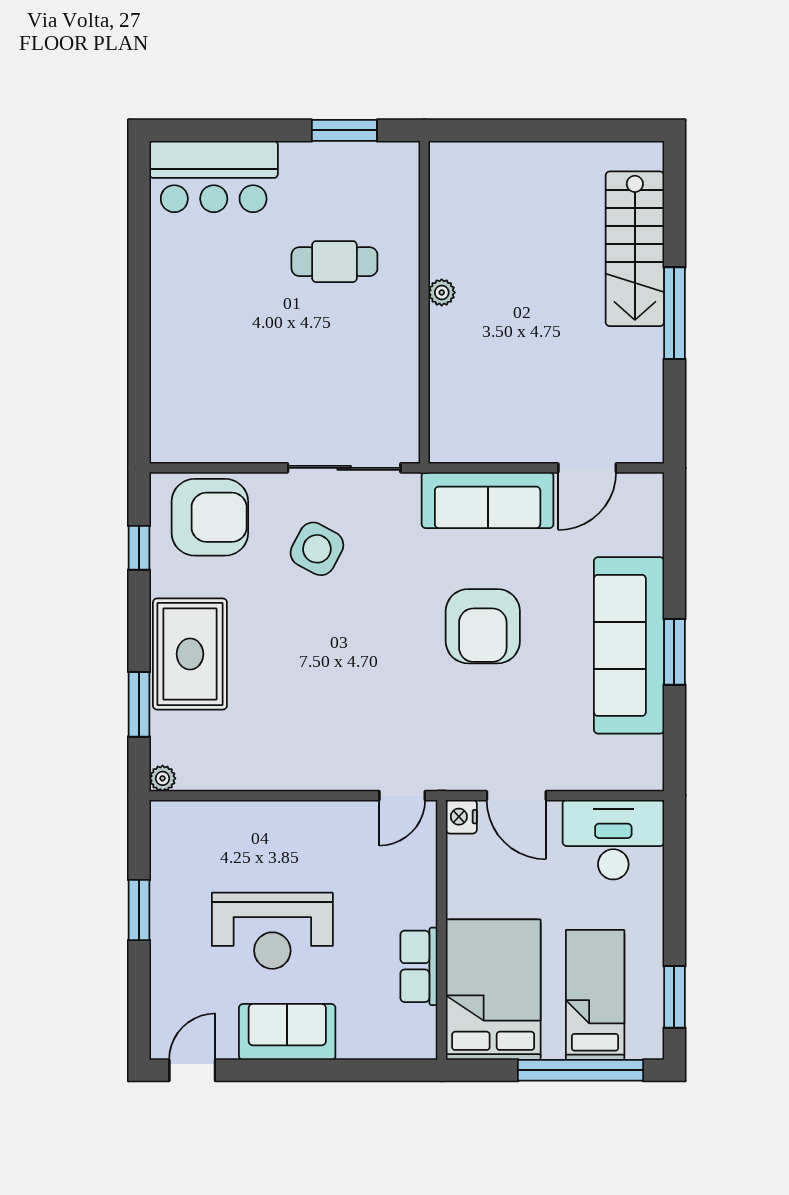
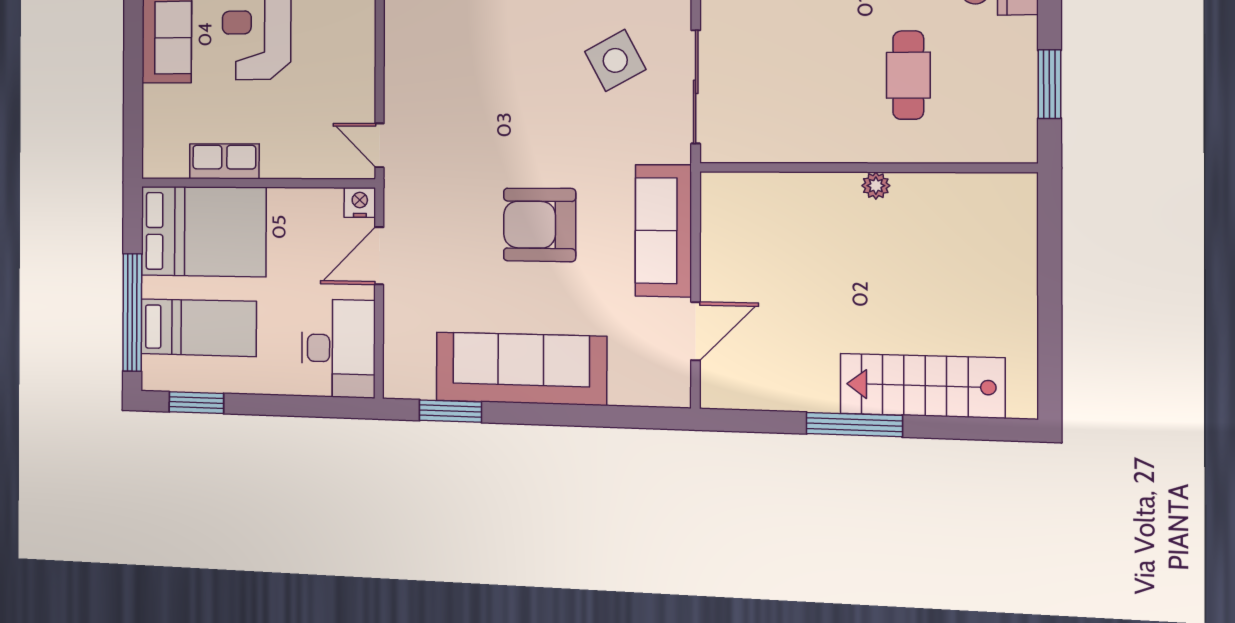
door: (587, 468) -> (696, 331), swing flipped
side table: (317, 549) -> (615, 60), turned 34
window: (674, 652) -> (450, 411), moved

